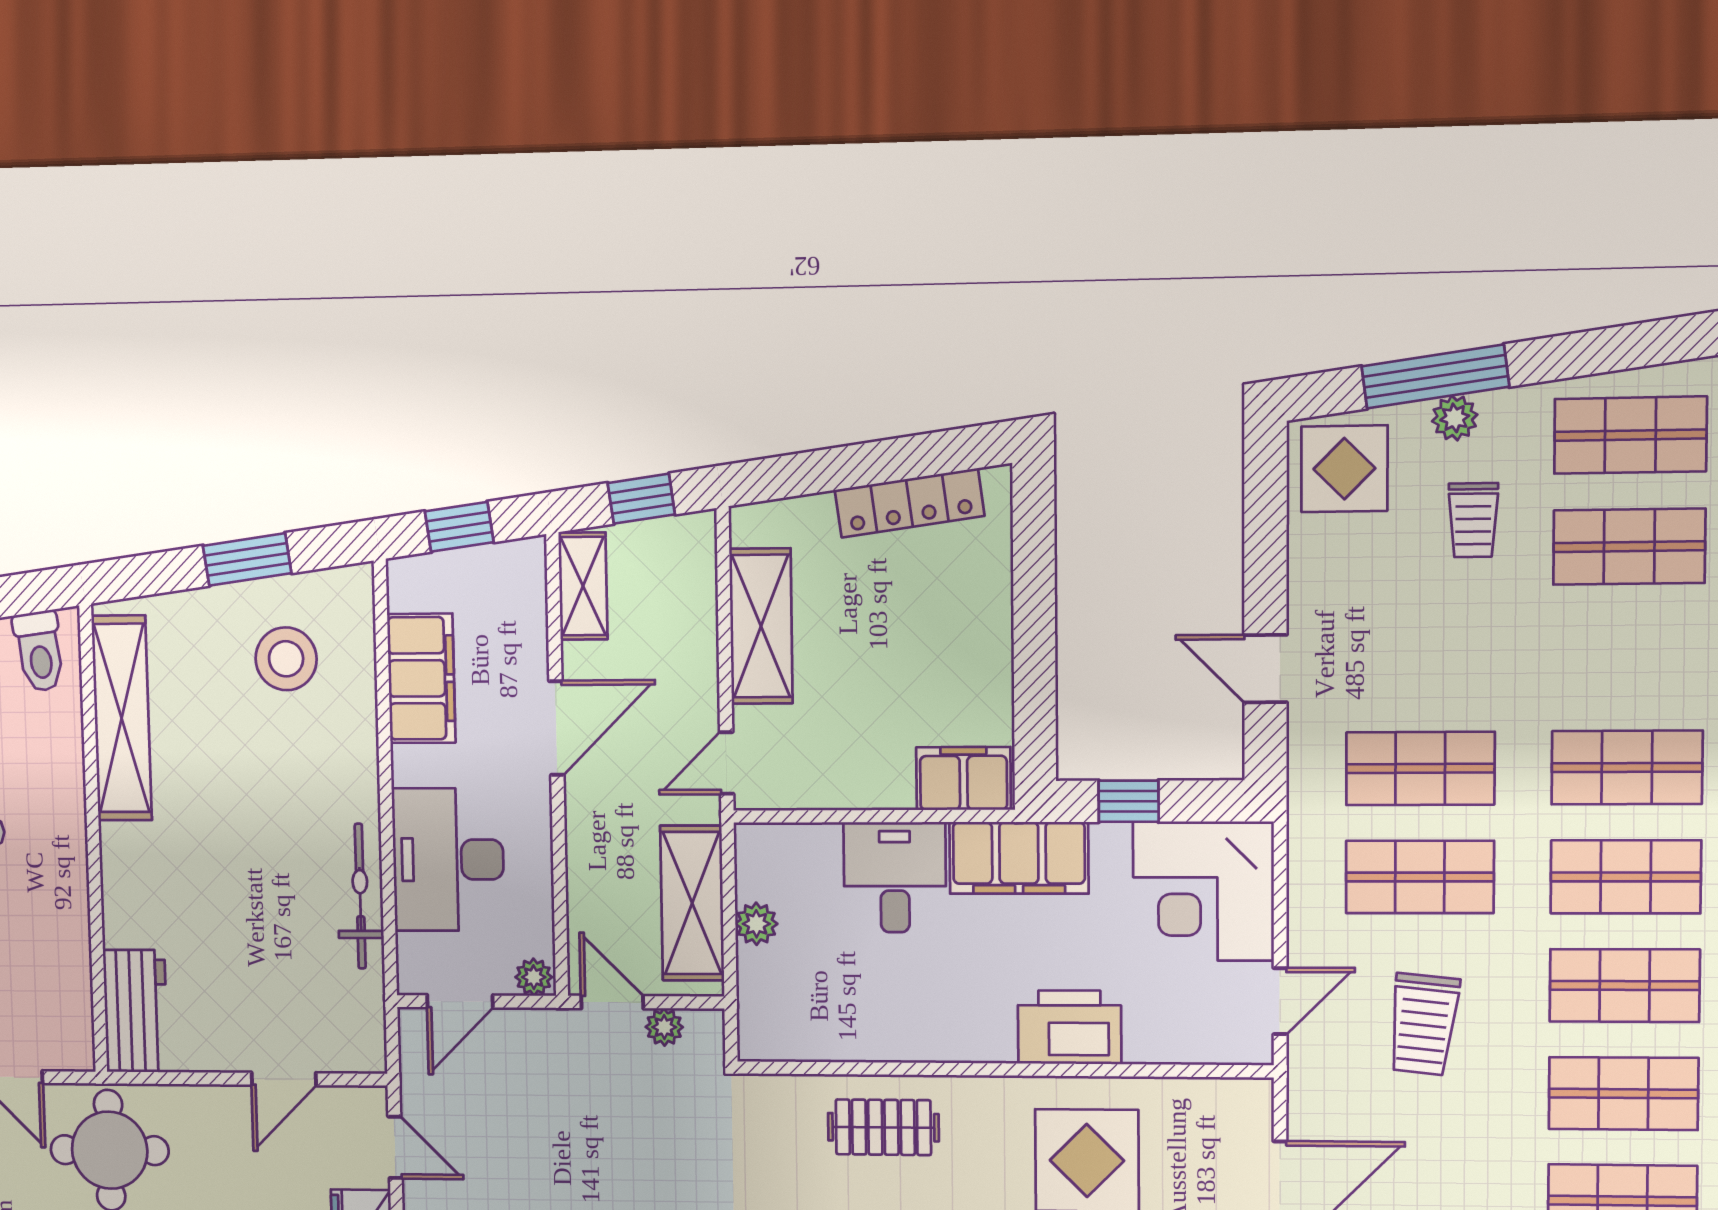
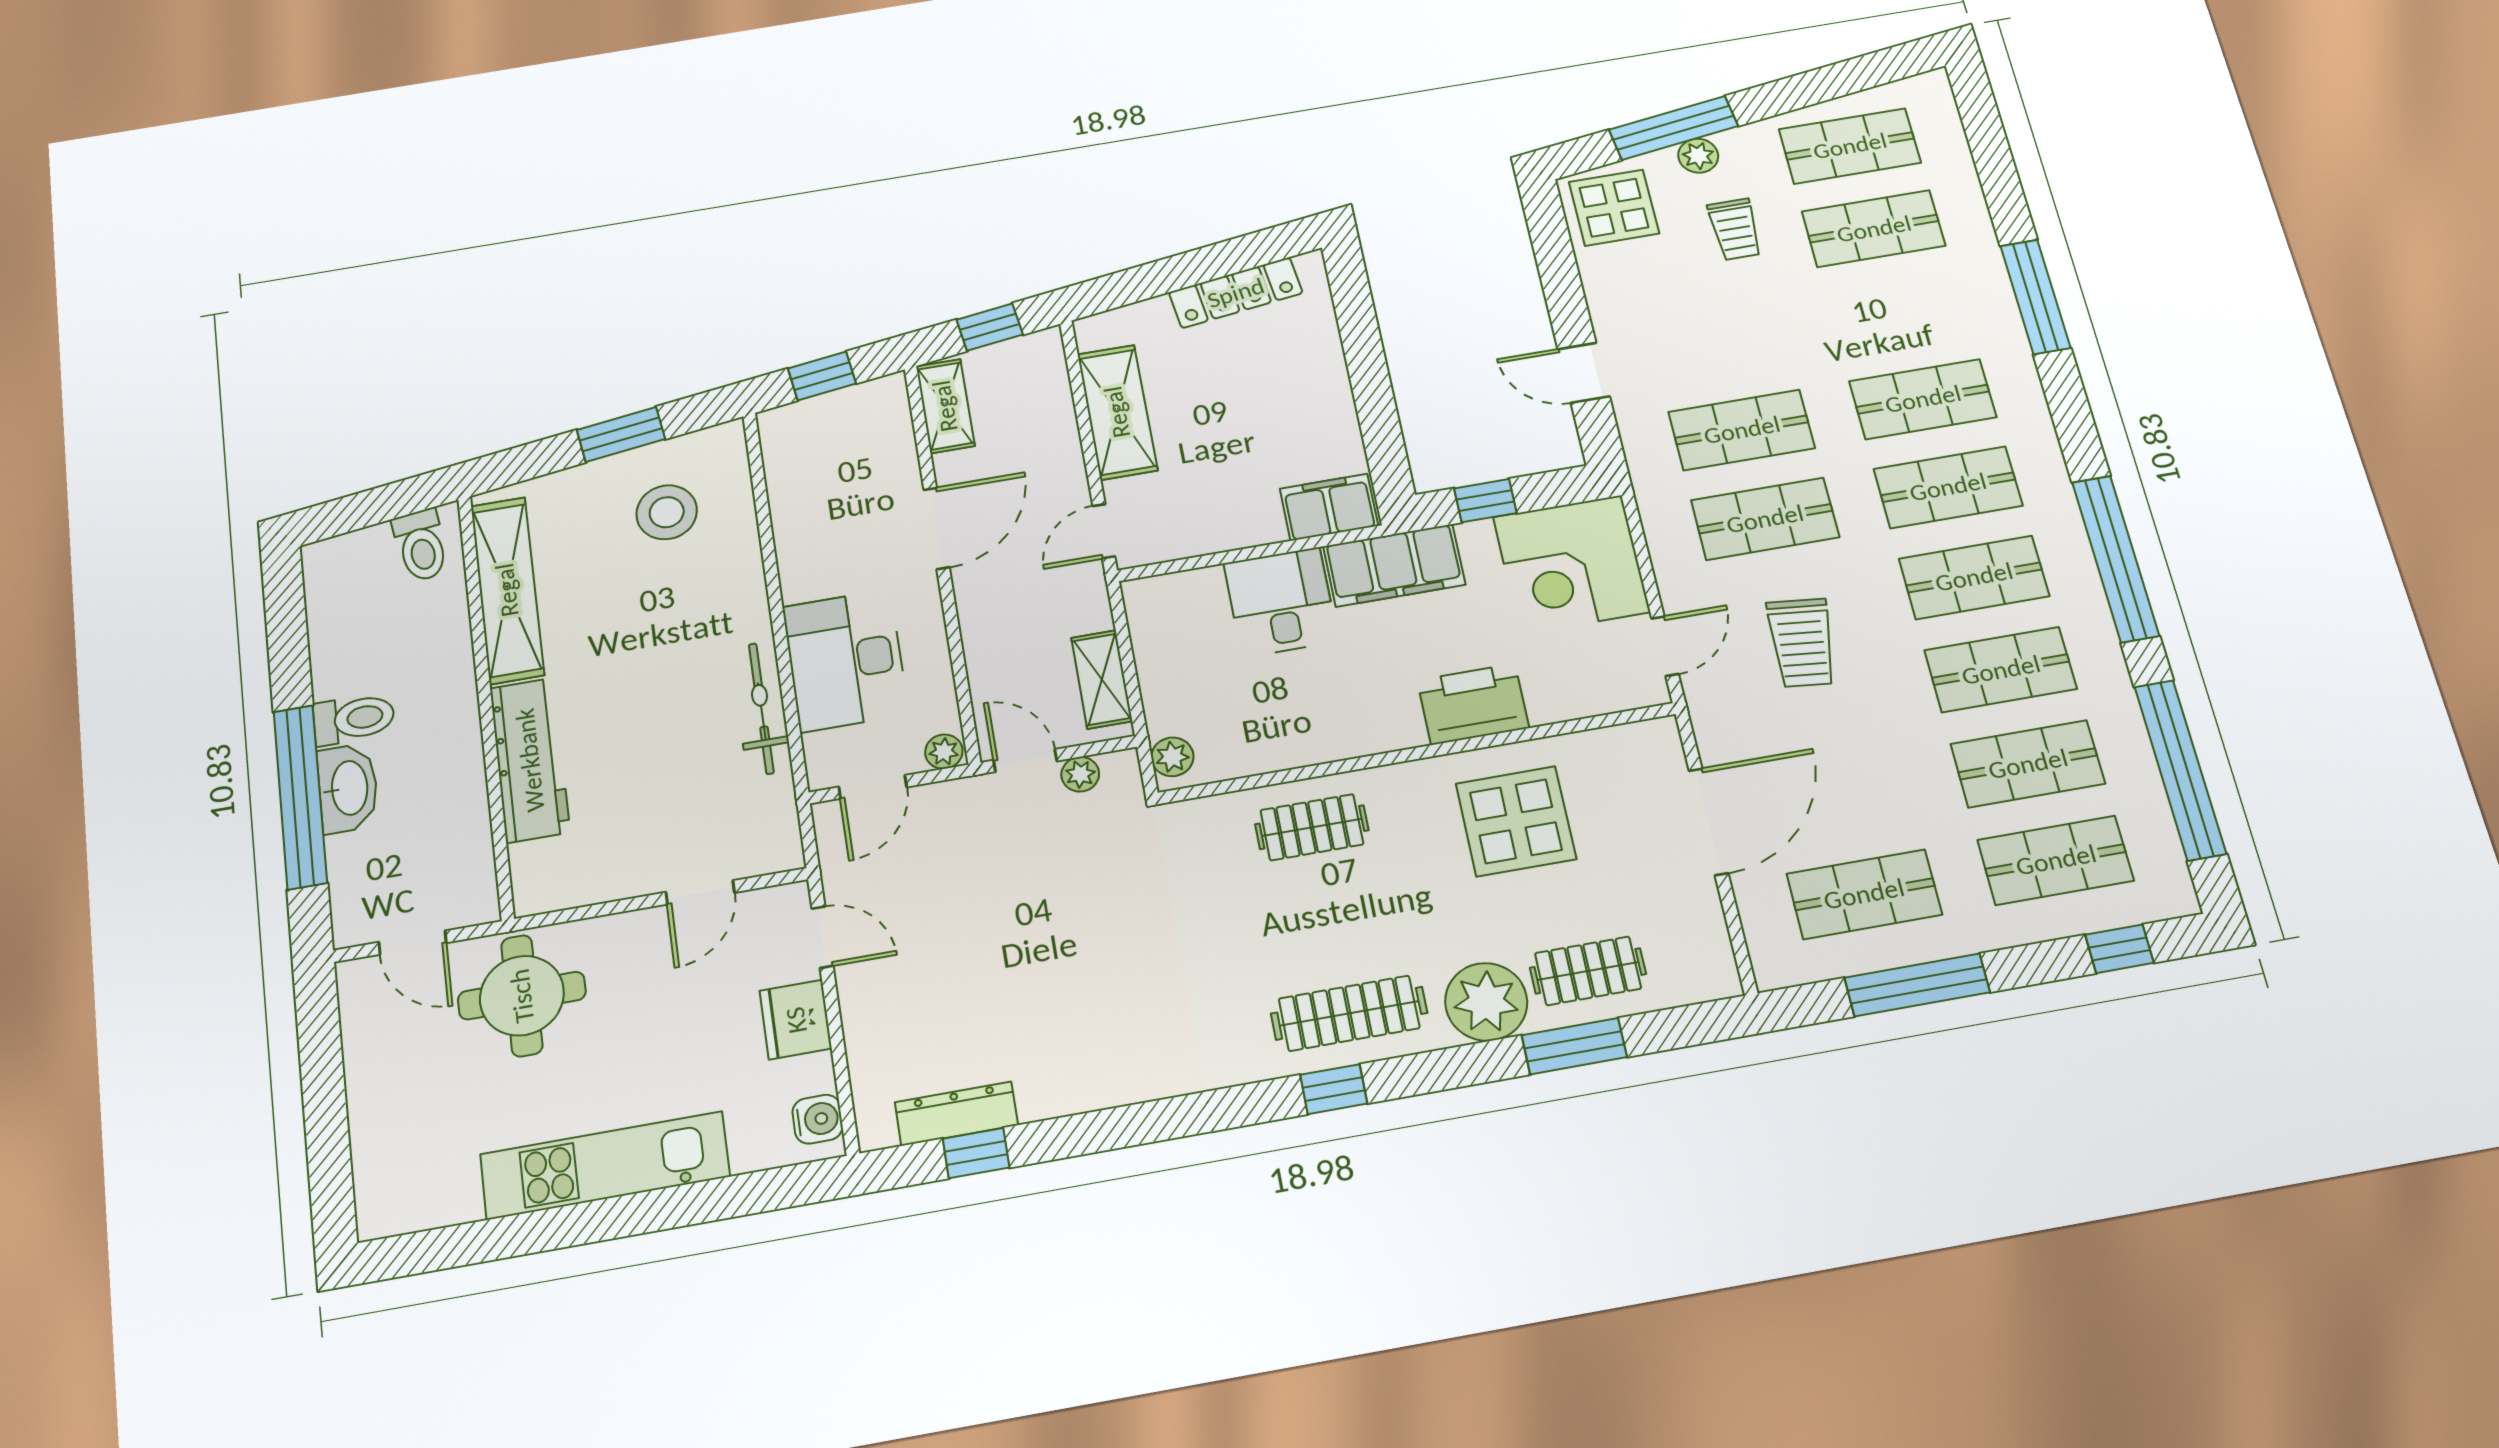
filing cabinet: (421, 678) -> (801, 507), removed
shelving: (692, 903) -> (1102, 679), width x0.67, depth x0.75
plant: (756, 924) -> (1172, 757), moved
workbench: (136, 1011) -> (530, 760), moved, width x1.38

